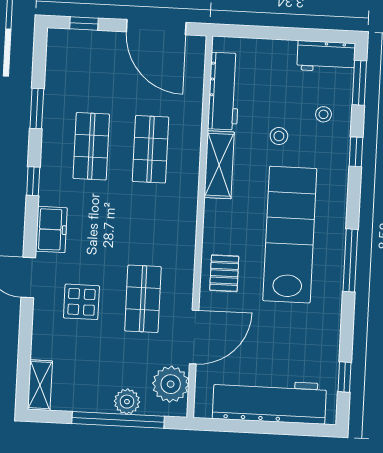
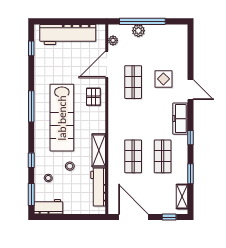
freezer: (51, 229) -> (180, 119), width x1.40
plant: (171, 384) -> (113, 40), width x0.53, depth x0.53
shelving: (40, 385) -> (182, 197), moved

